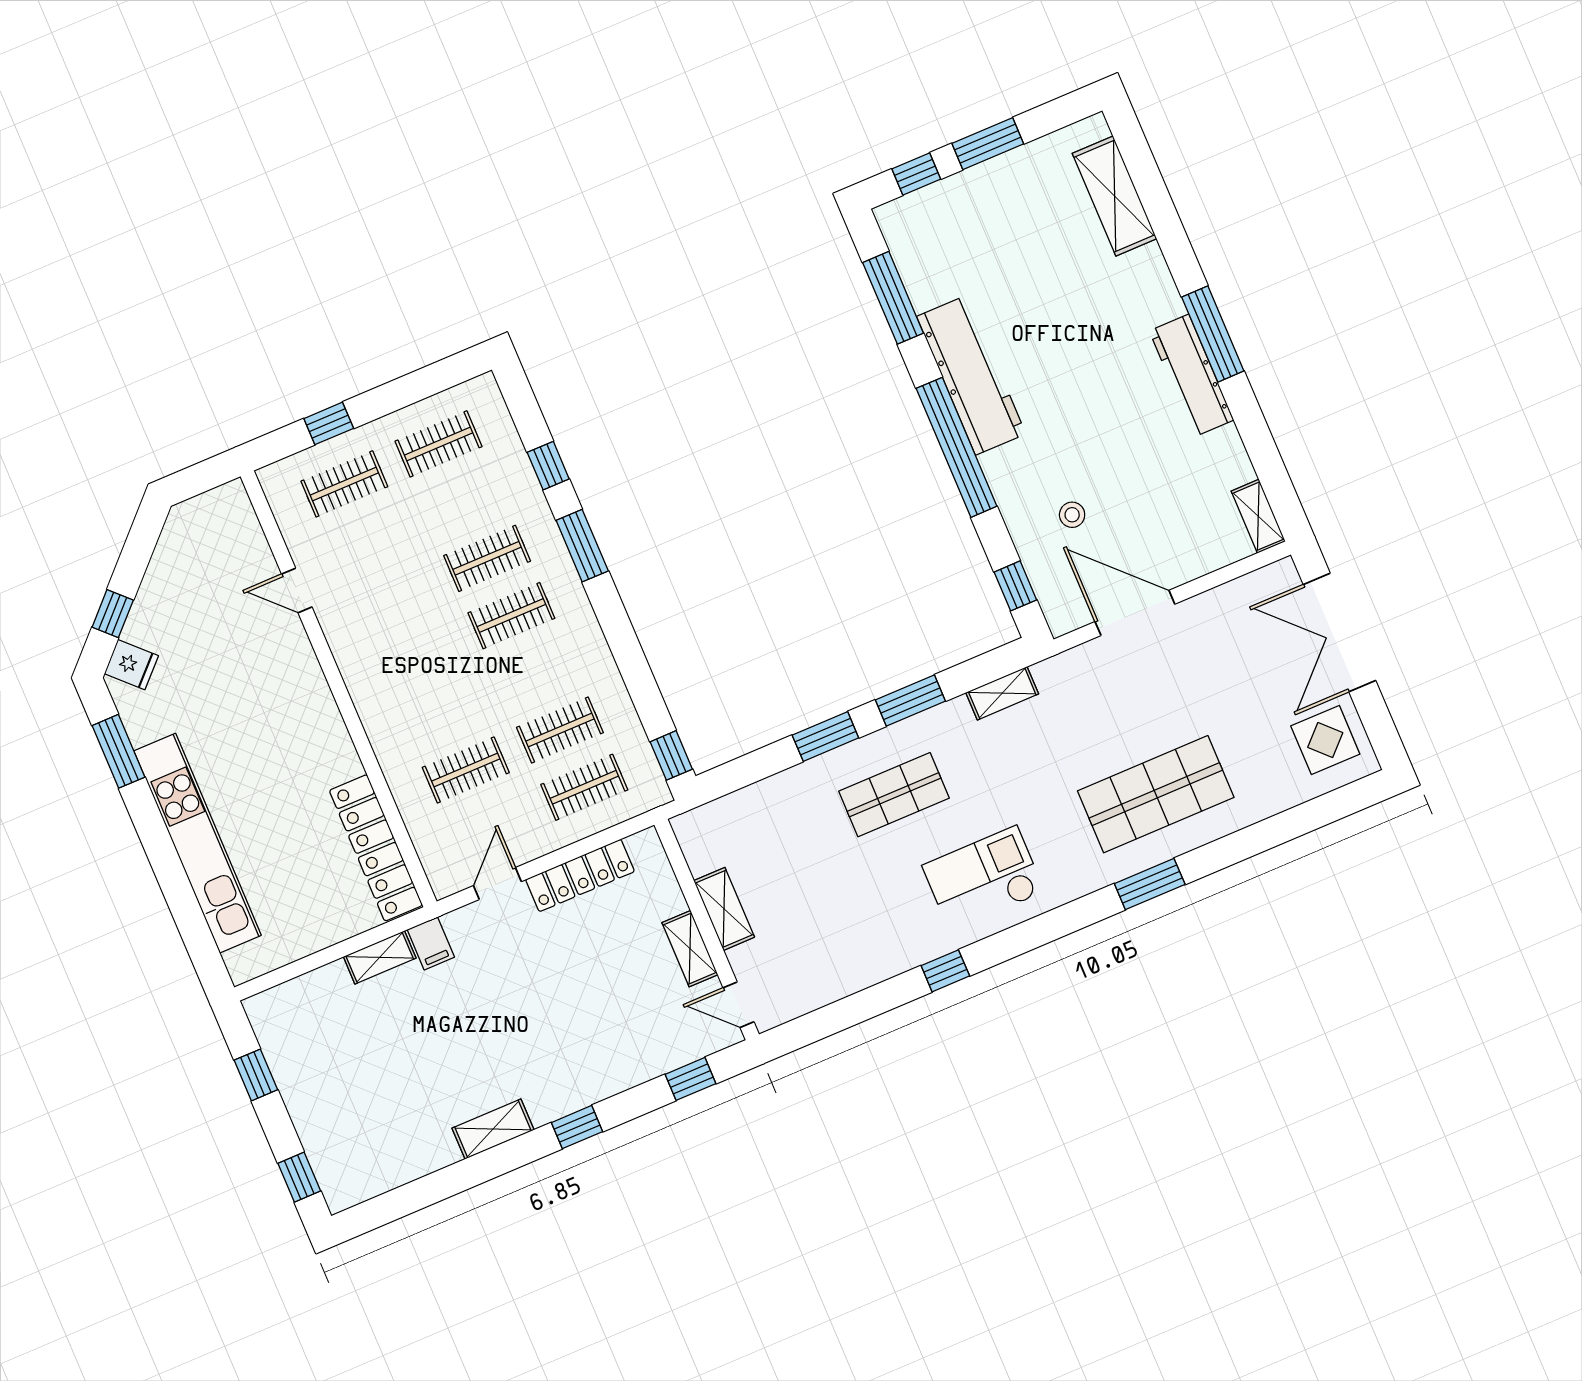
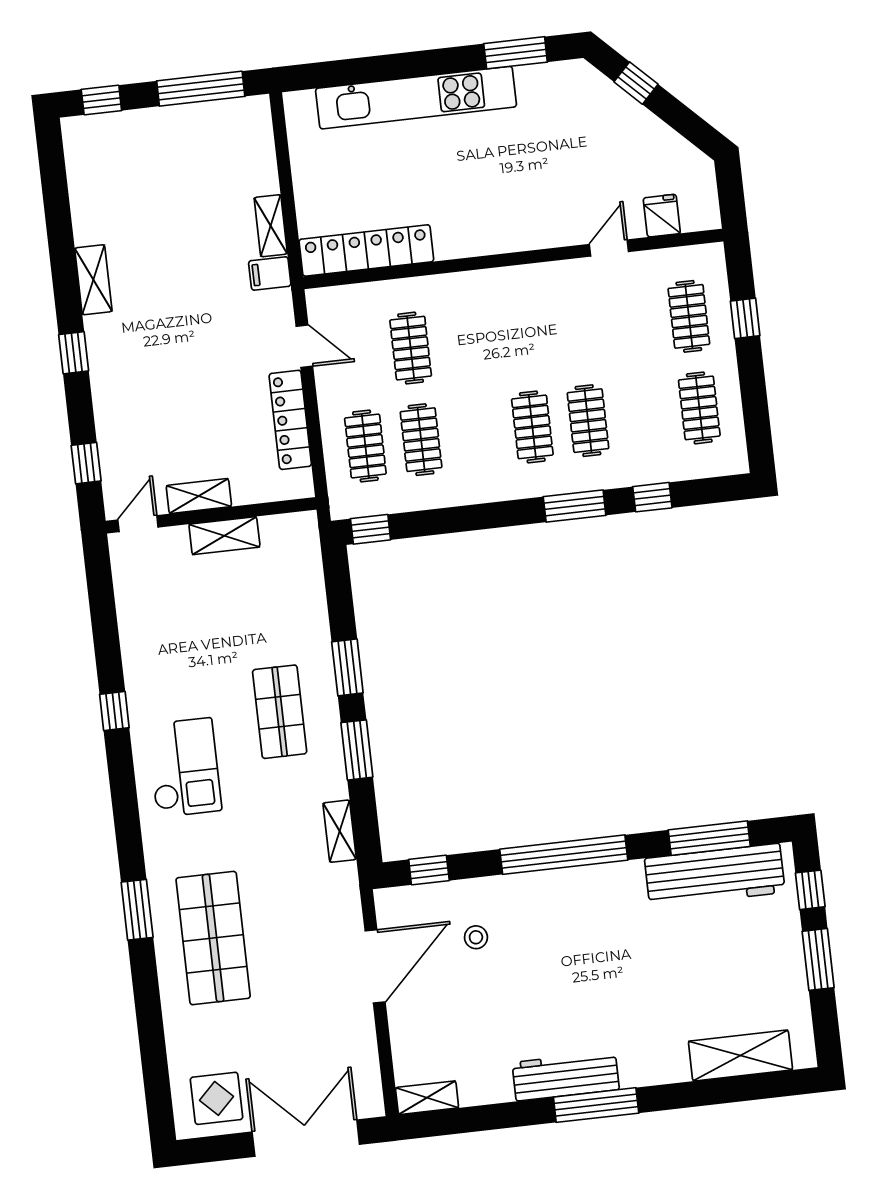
workbench: (971, 375) -> (715, 875), moved
fridge: (131, 665) -> (662, 216), moved, turned 135
window: (256, 1075) -> (201, 89), width x2.17

